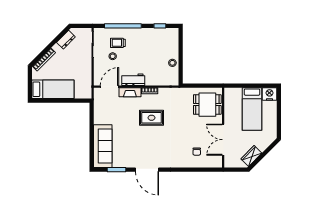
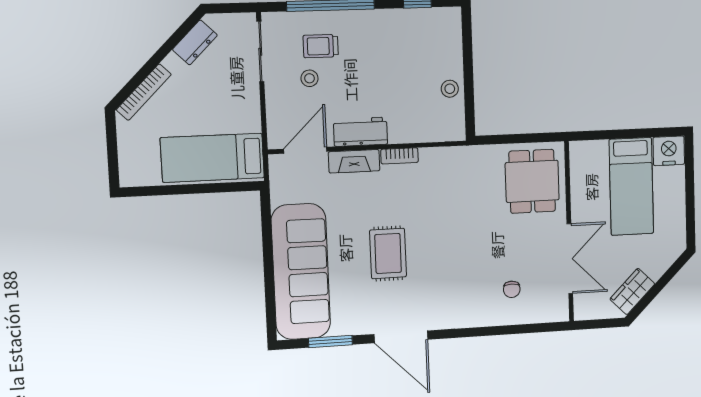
bed: (53, 89) -> (212, 158), moved, turned 180
dining table: (207, 105) -> (532, 181), turned 90
rug: (151, 118) -> (388, 253), moved, turned 90
double door: (223, 140) -> (570, 259), swing flipped
sofa: (103, 146) -> (301, 272), width x1.36, depth x1.27

